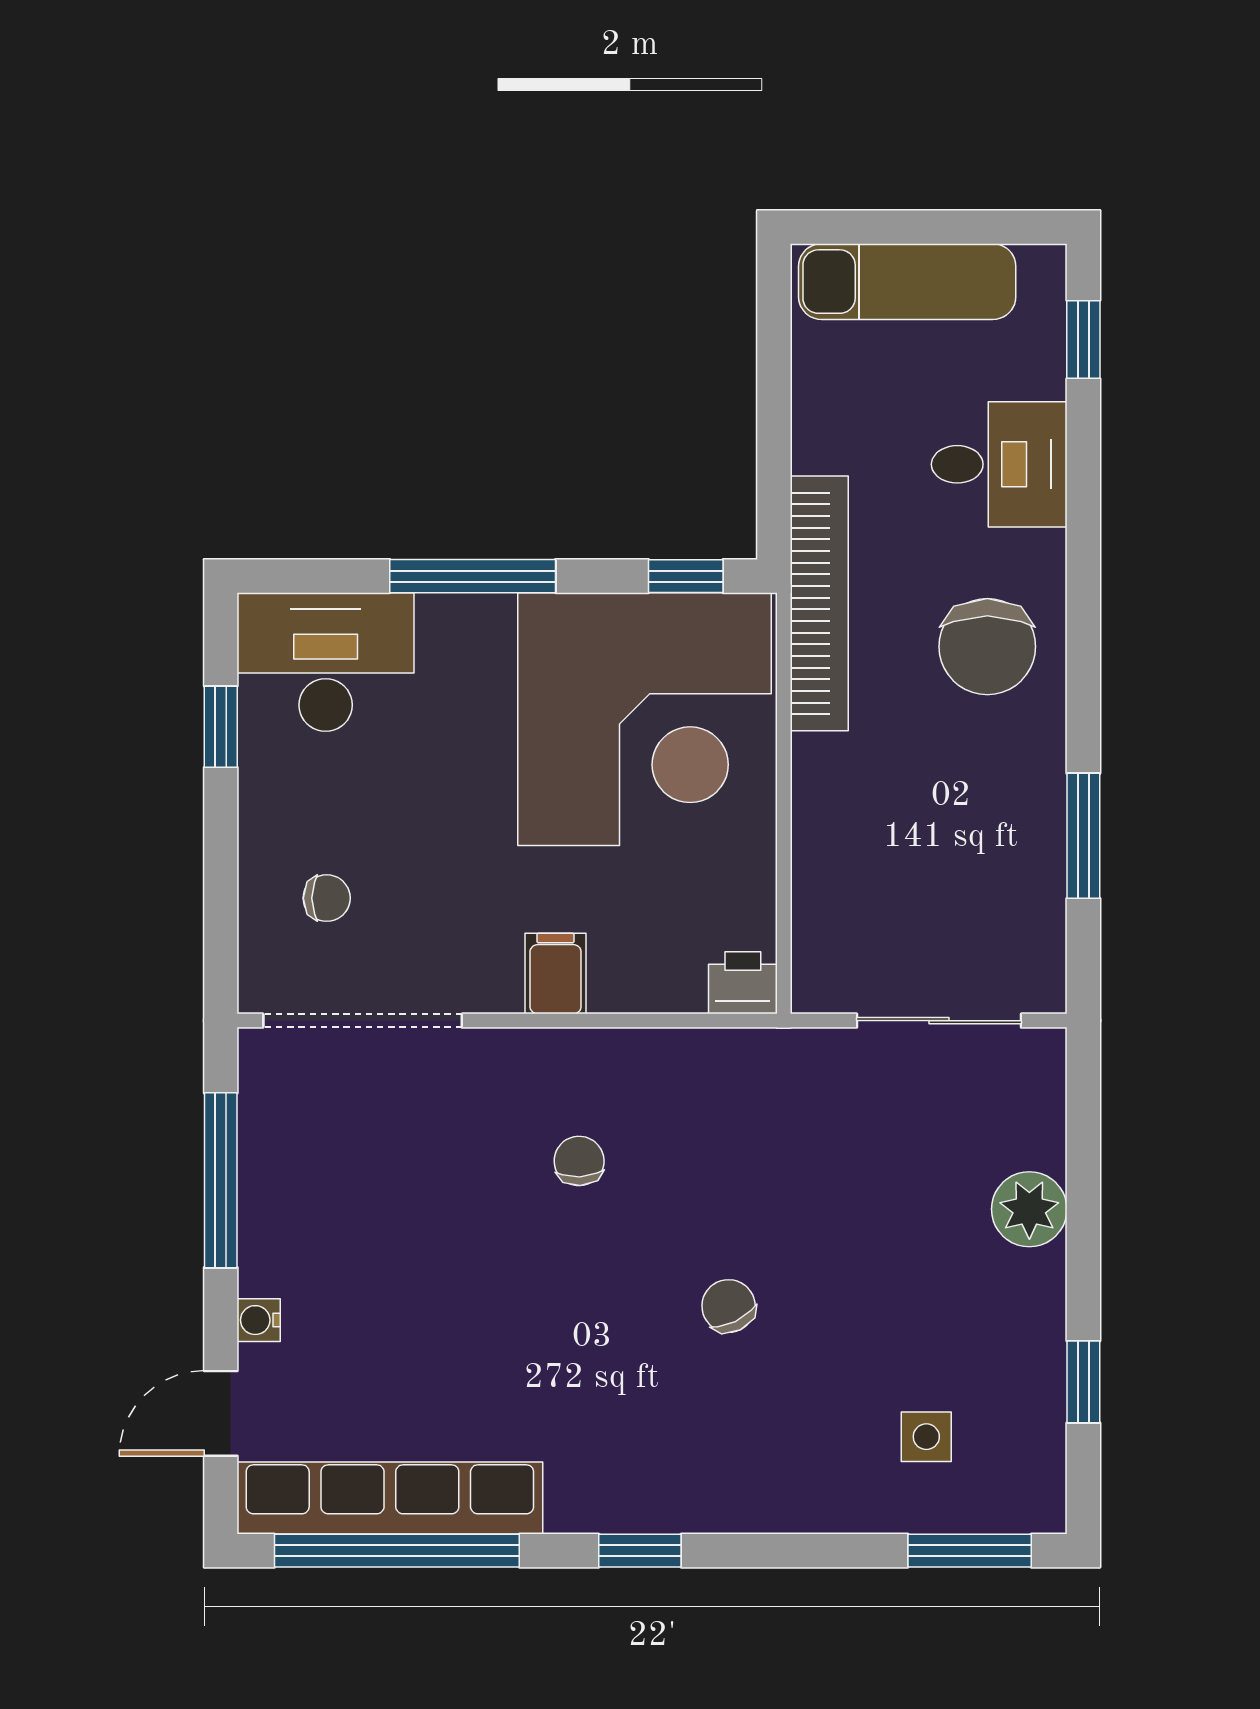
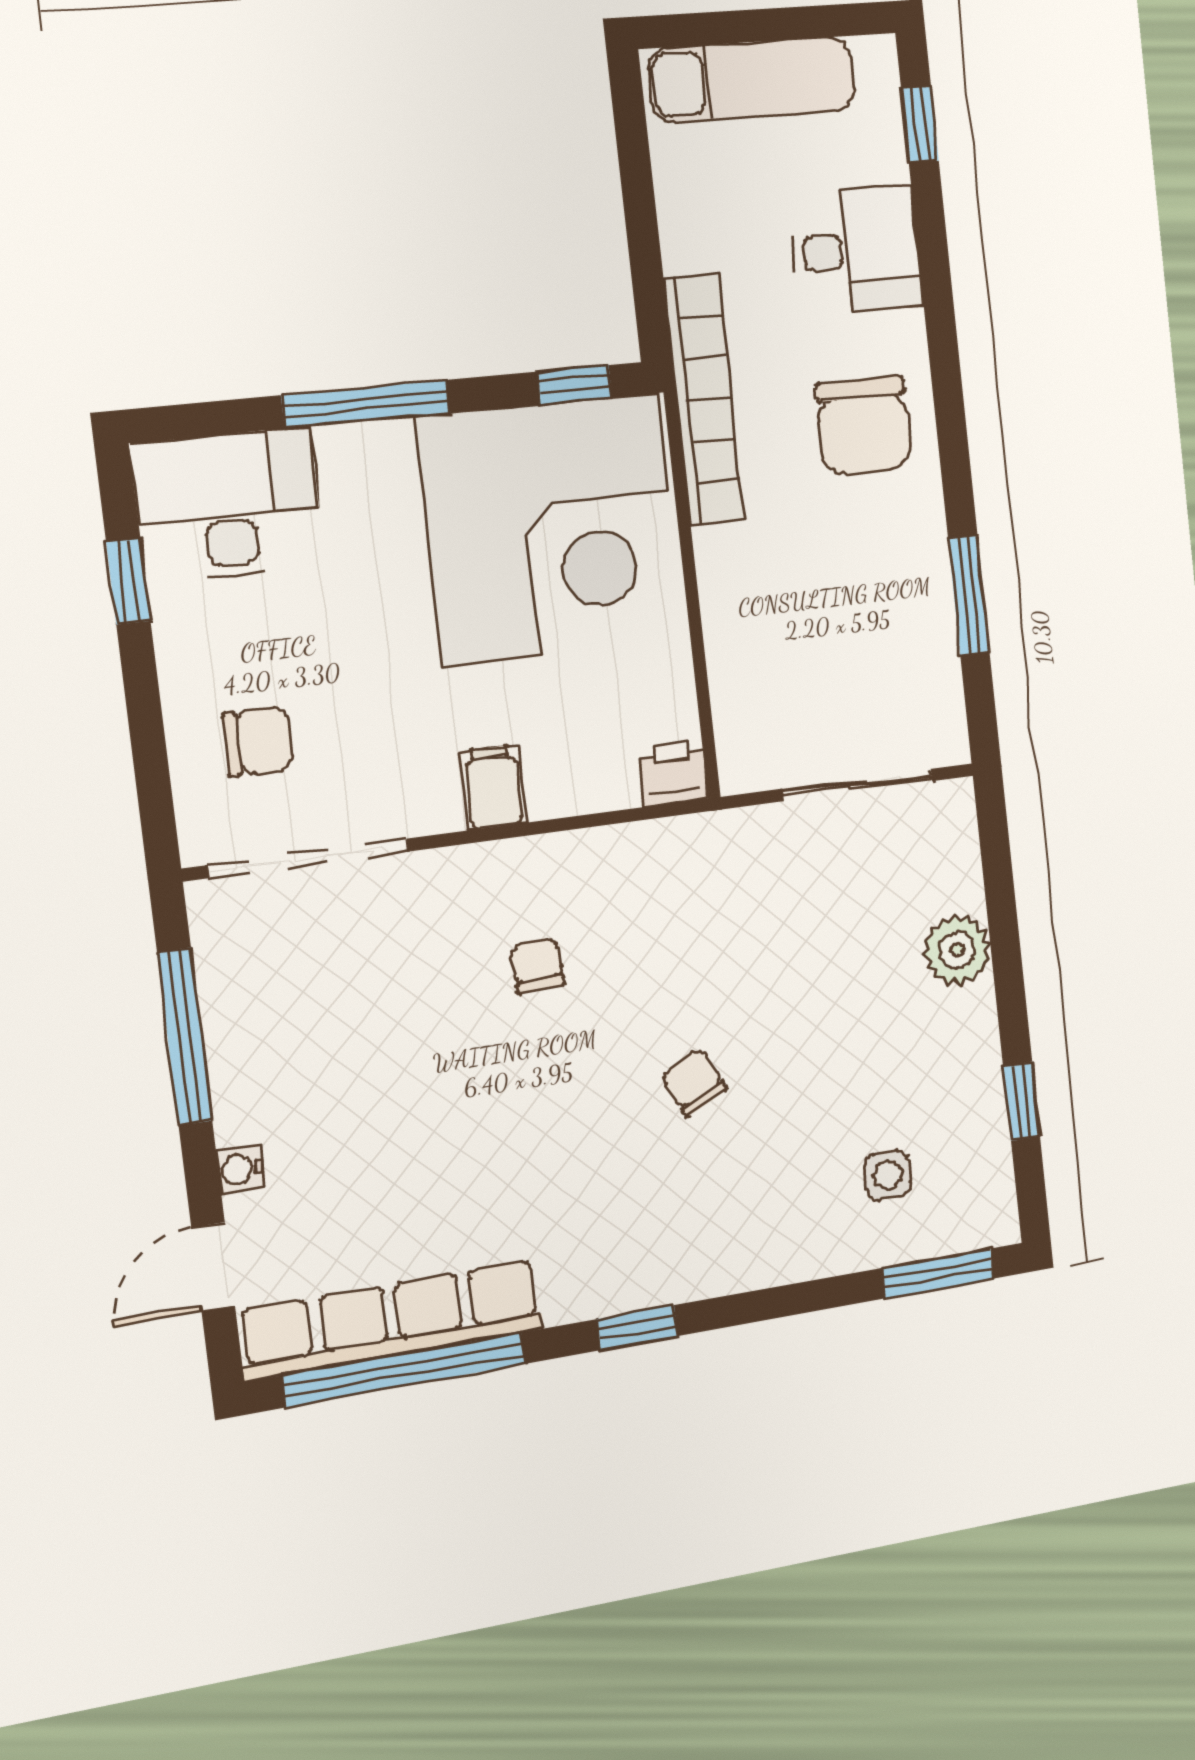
chair: (327, 898) -> (258, 741), width x1.37, depth x1.37

